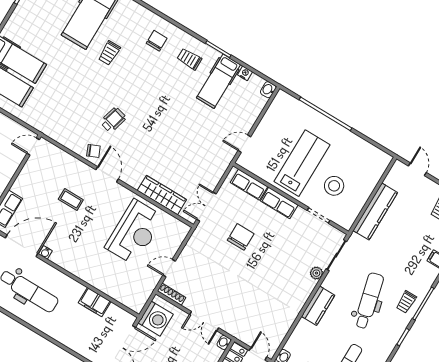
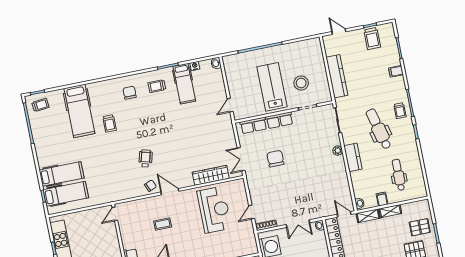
plant: (316, 273) -> (338, 151), moved

